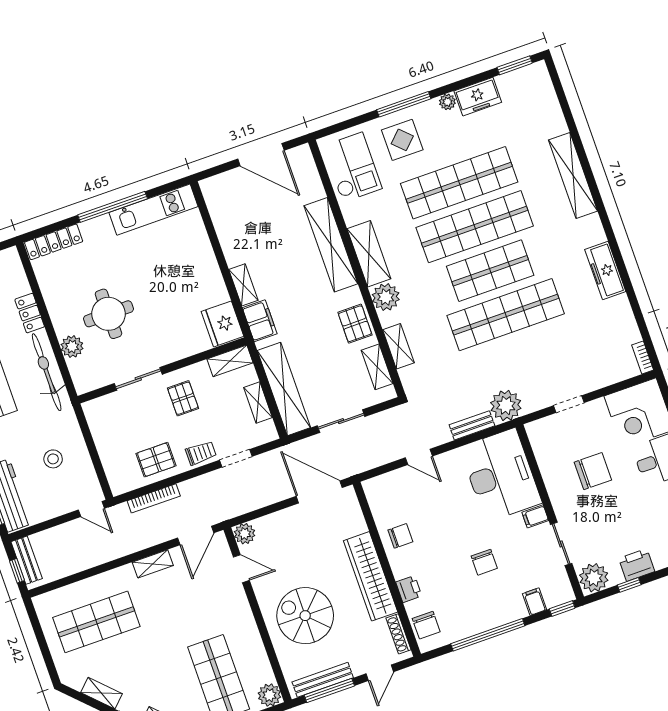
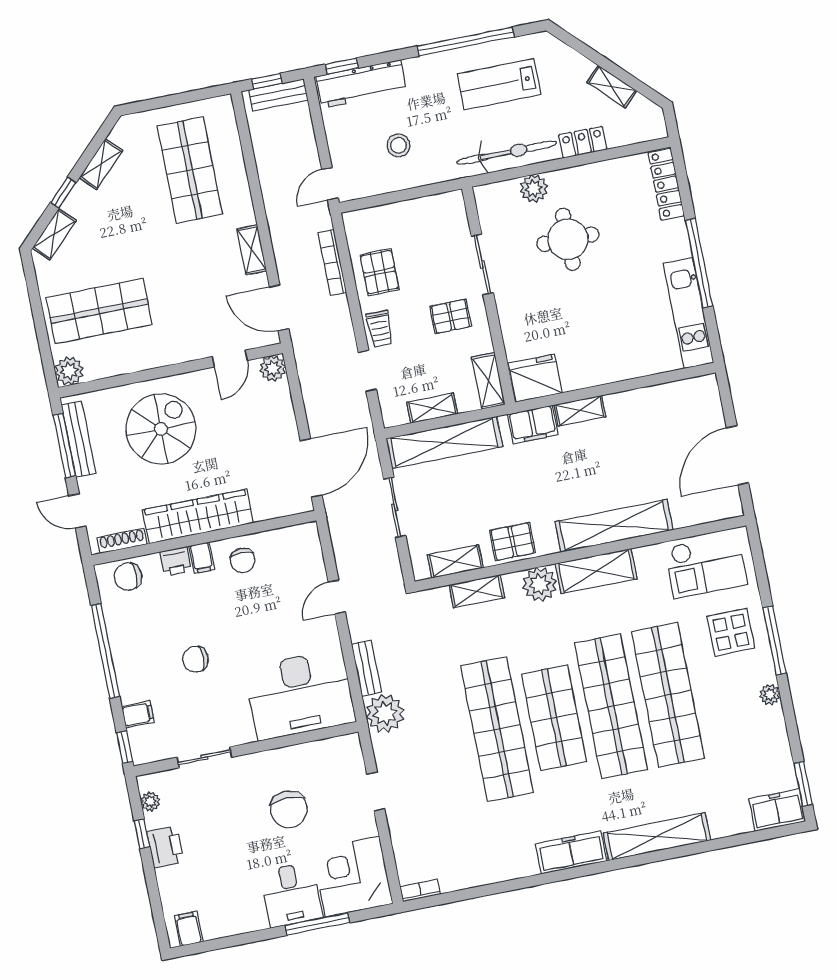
freezer: (478, 97) -> (777, 810), moved, turned 90
freezer: (605, 271) -> (571, 852), moved
filing cabinet: (535, 516) -> (202, 558), moved, turned 180
plant: (594, 578) -> (150, 802), width x0.53, depth x0.53

